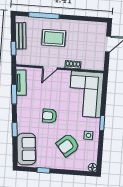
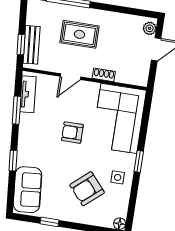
plant: (102, 30) -> (150, 28), added
bench: (21, 36) -> (32, 45), moved
armchair: (50, 116) -> (72, 133), moved

